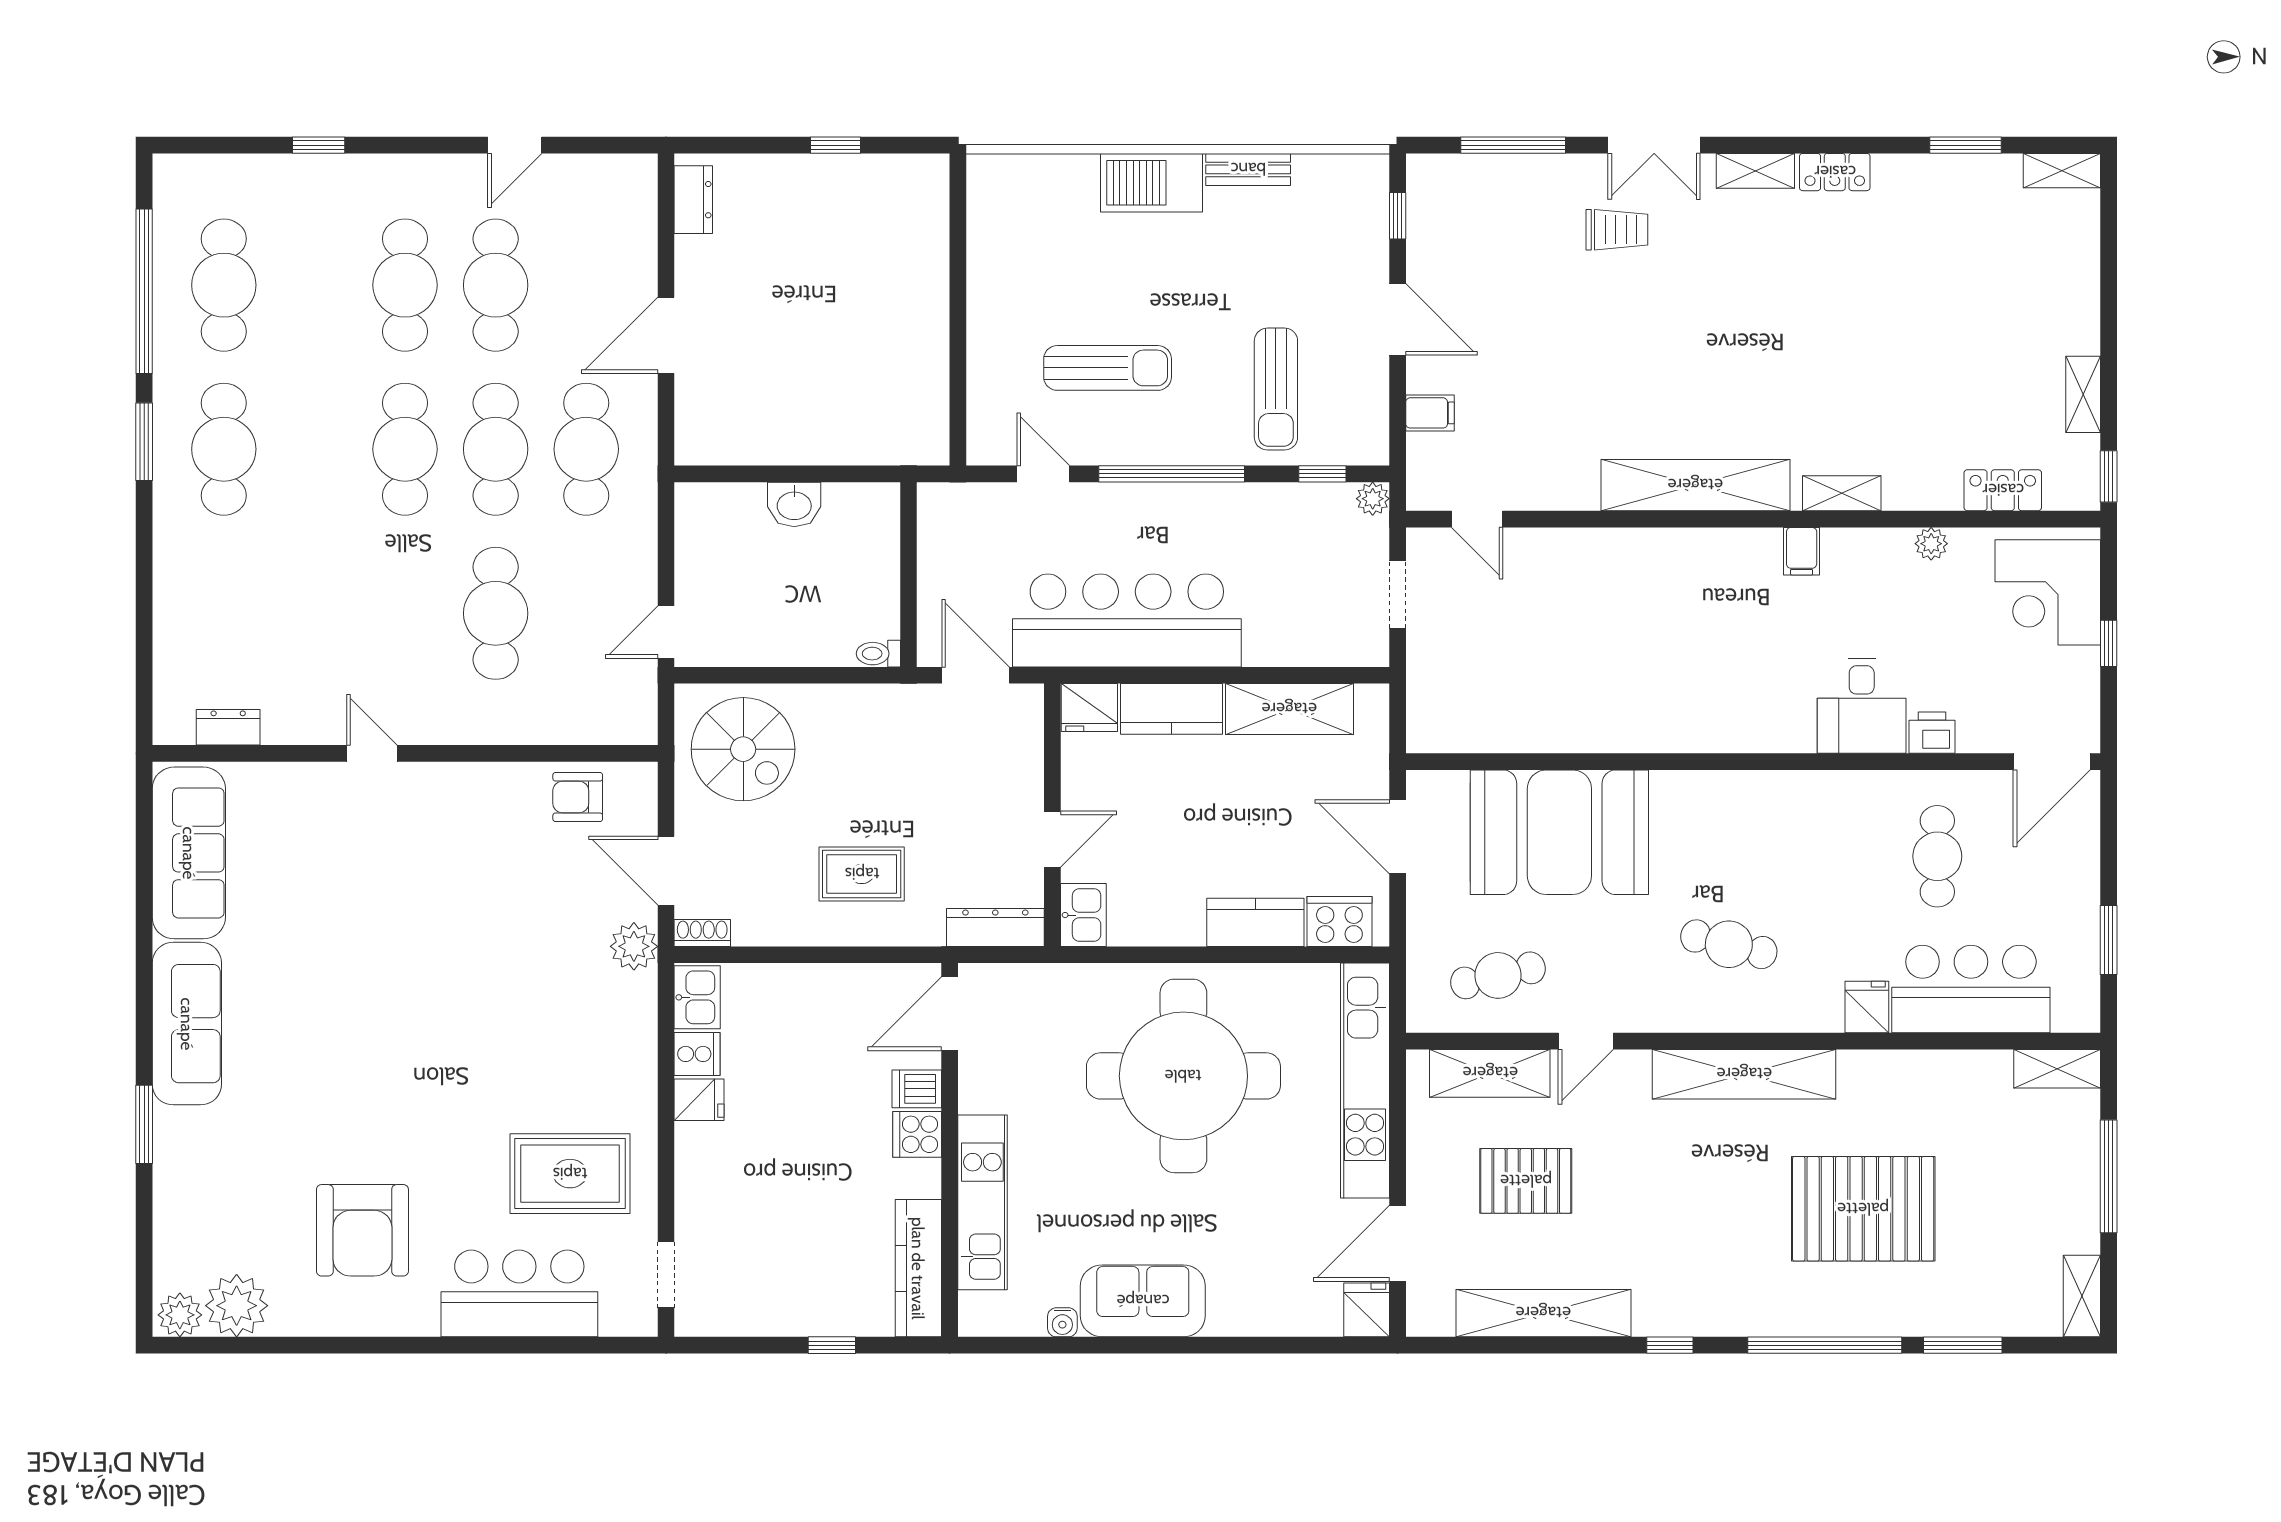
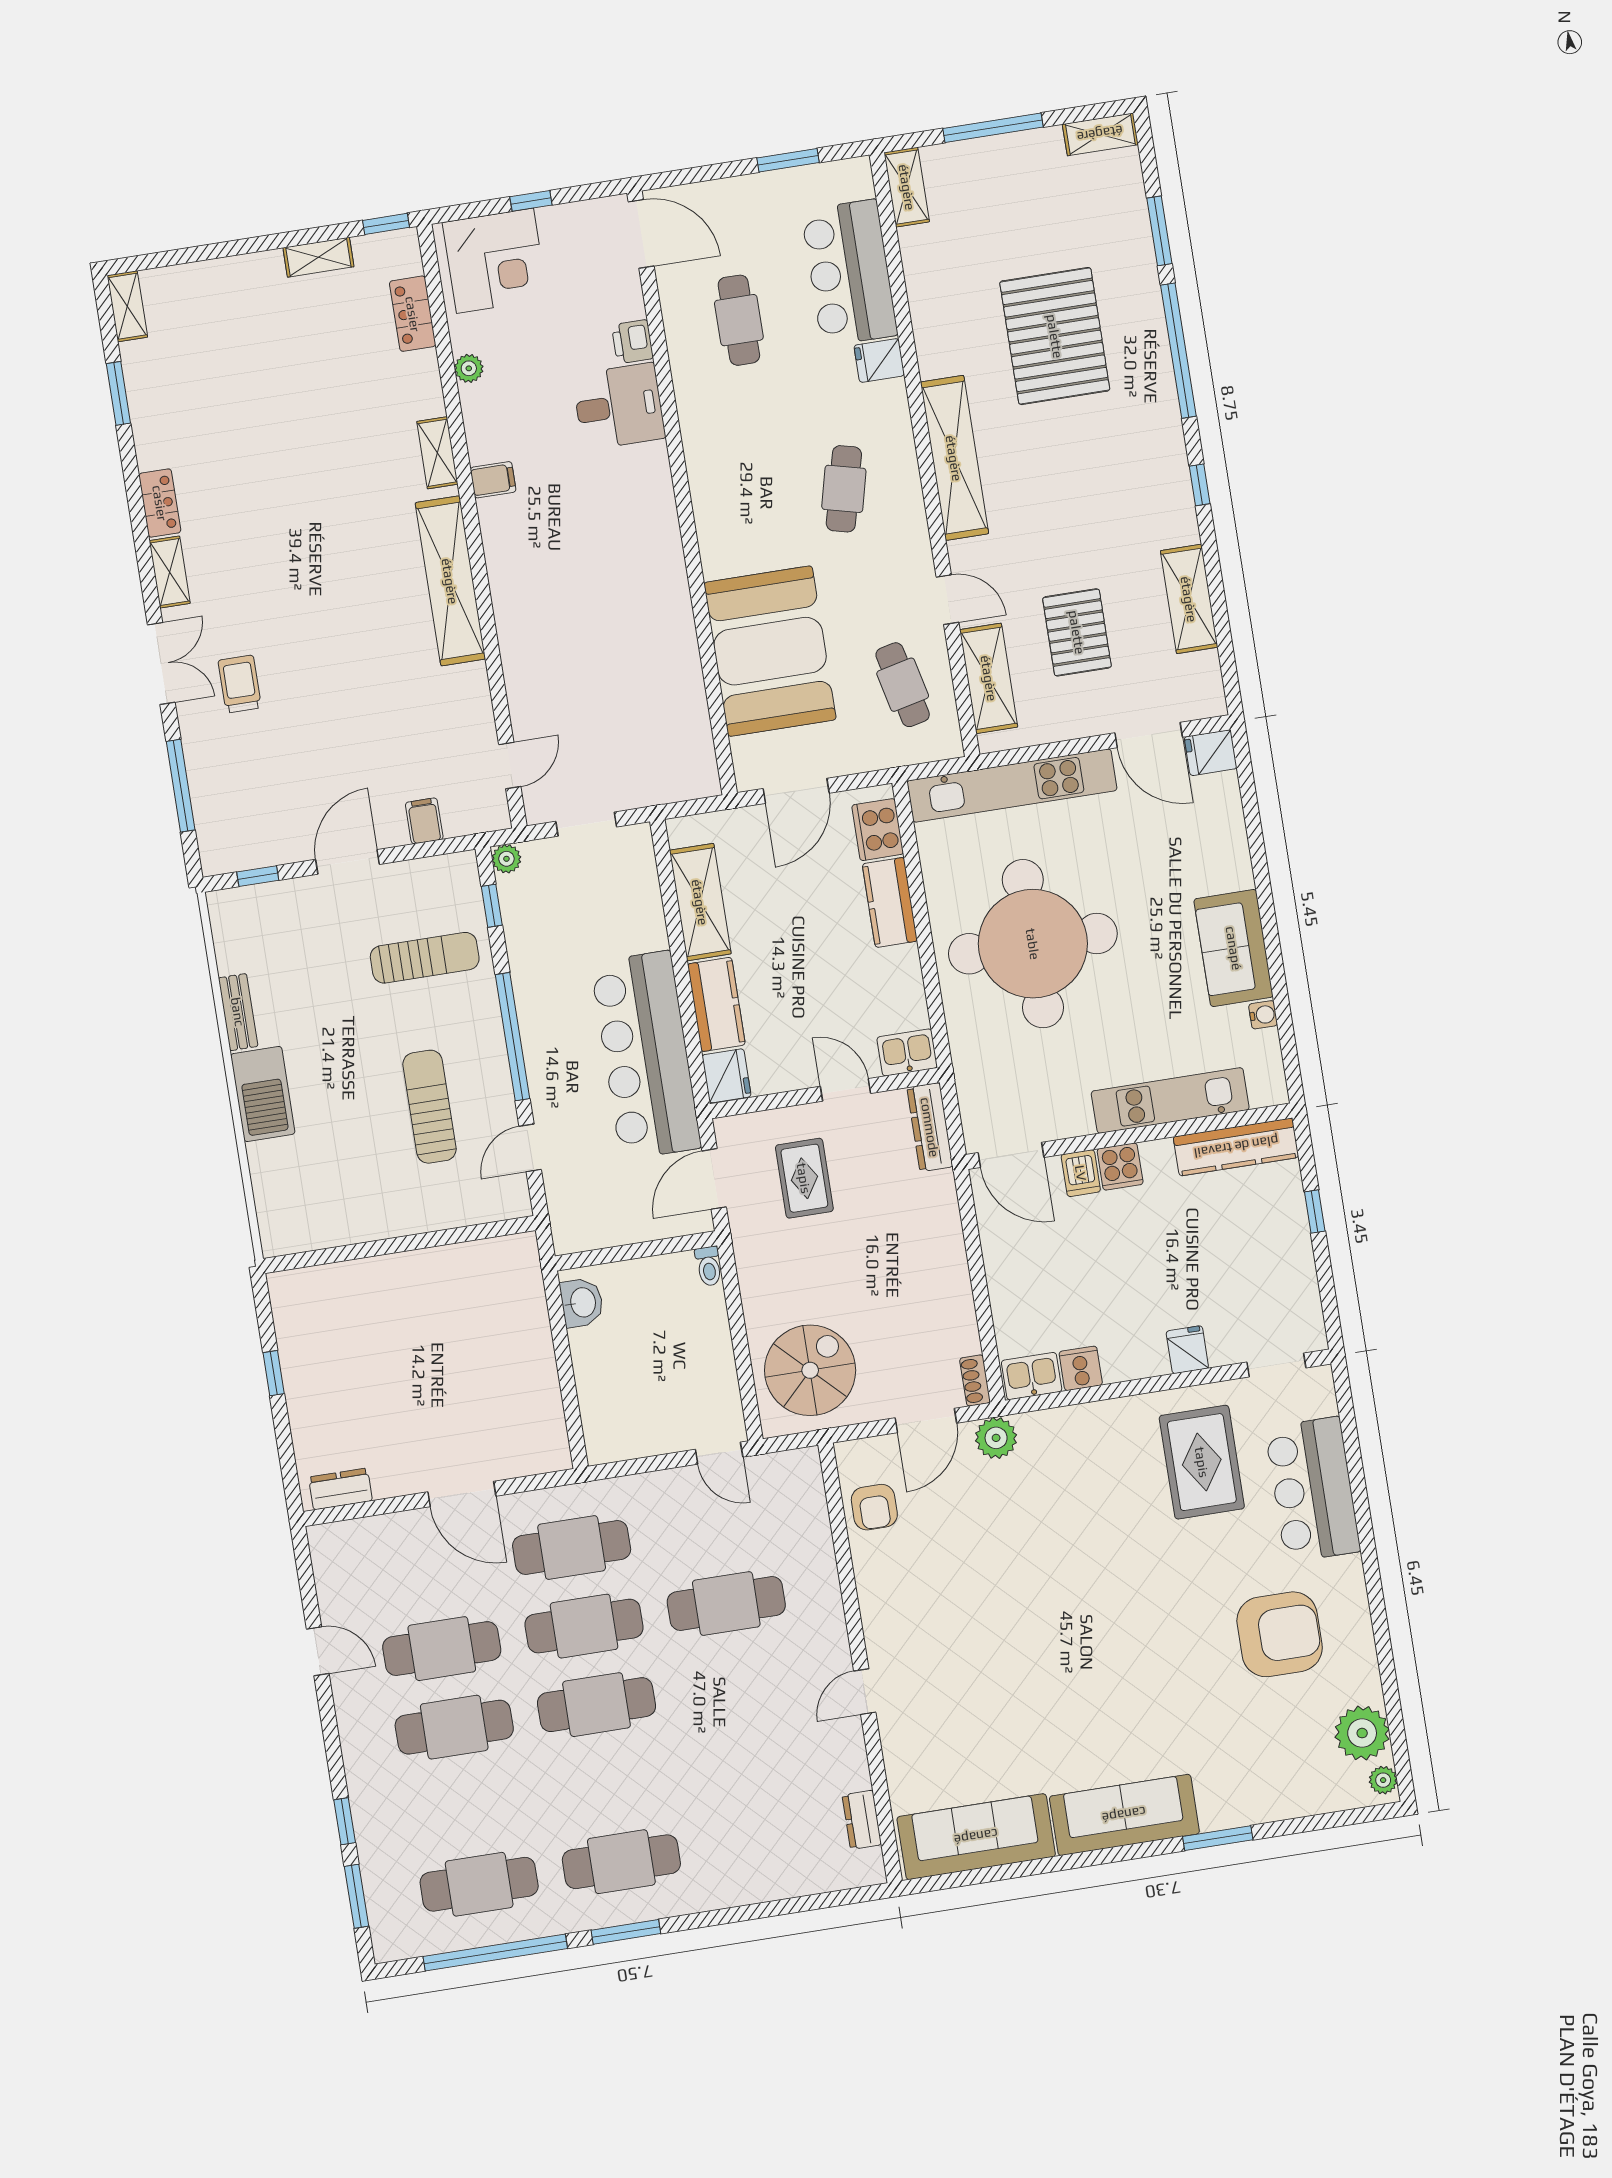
window: (232, 145) -> (357, 1896), added
washbasin: (794, 505) -> (582, 1303), moved
cafe table: (1937, 856) -> (739, 320), turned 90
rug: (862, 874) -> (804, 1178), moved
fridge: (699, 1100) -> (1187, 1350), moved
shelving: (1543, 1313) -> (1189, 599), width x0.68
plant: (180, 1315) -> (1383, 1780), width x0.73, depth x0.73

